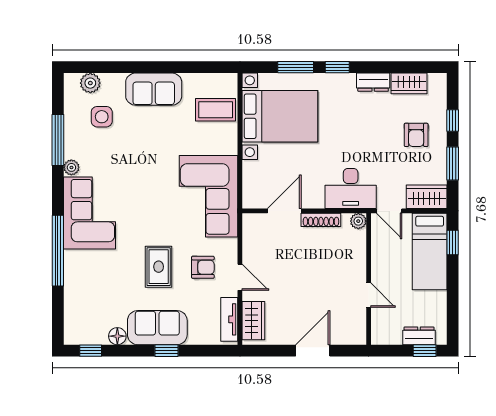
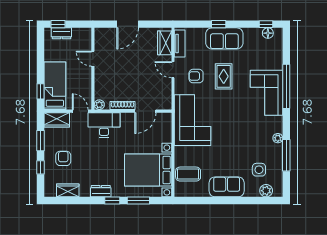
dresser: (373, 82) -> (101, 191), moved
corner sofa: (90, 213) -> (267, 93), moved
floor lamp: (117, 336) -> (268, 33), moved

